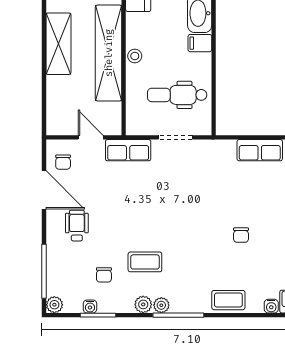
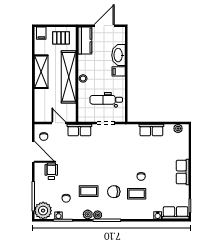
chair: (191, 263) -> (114, 192), added
coffee table: (228, 300) -> (137, 194), moved
plant: (54, 305) -> (43, 211), width x1.87, depth x1.87

